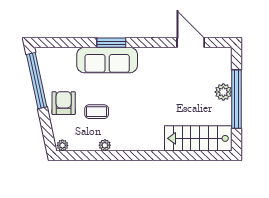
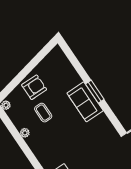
sofa: (107, 60) -> (85, 102), width x0.73
window: (37, 81) -> (37, 60), removed

